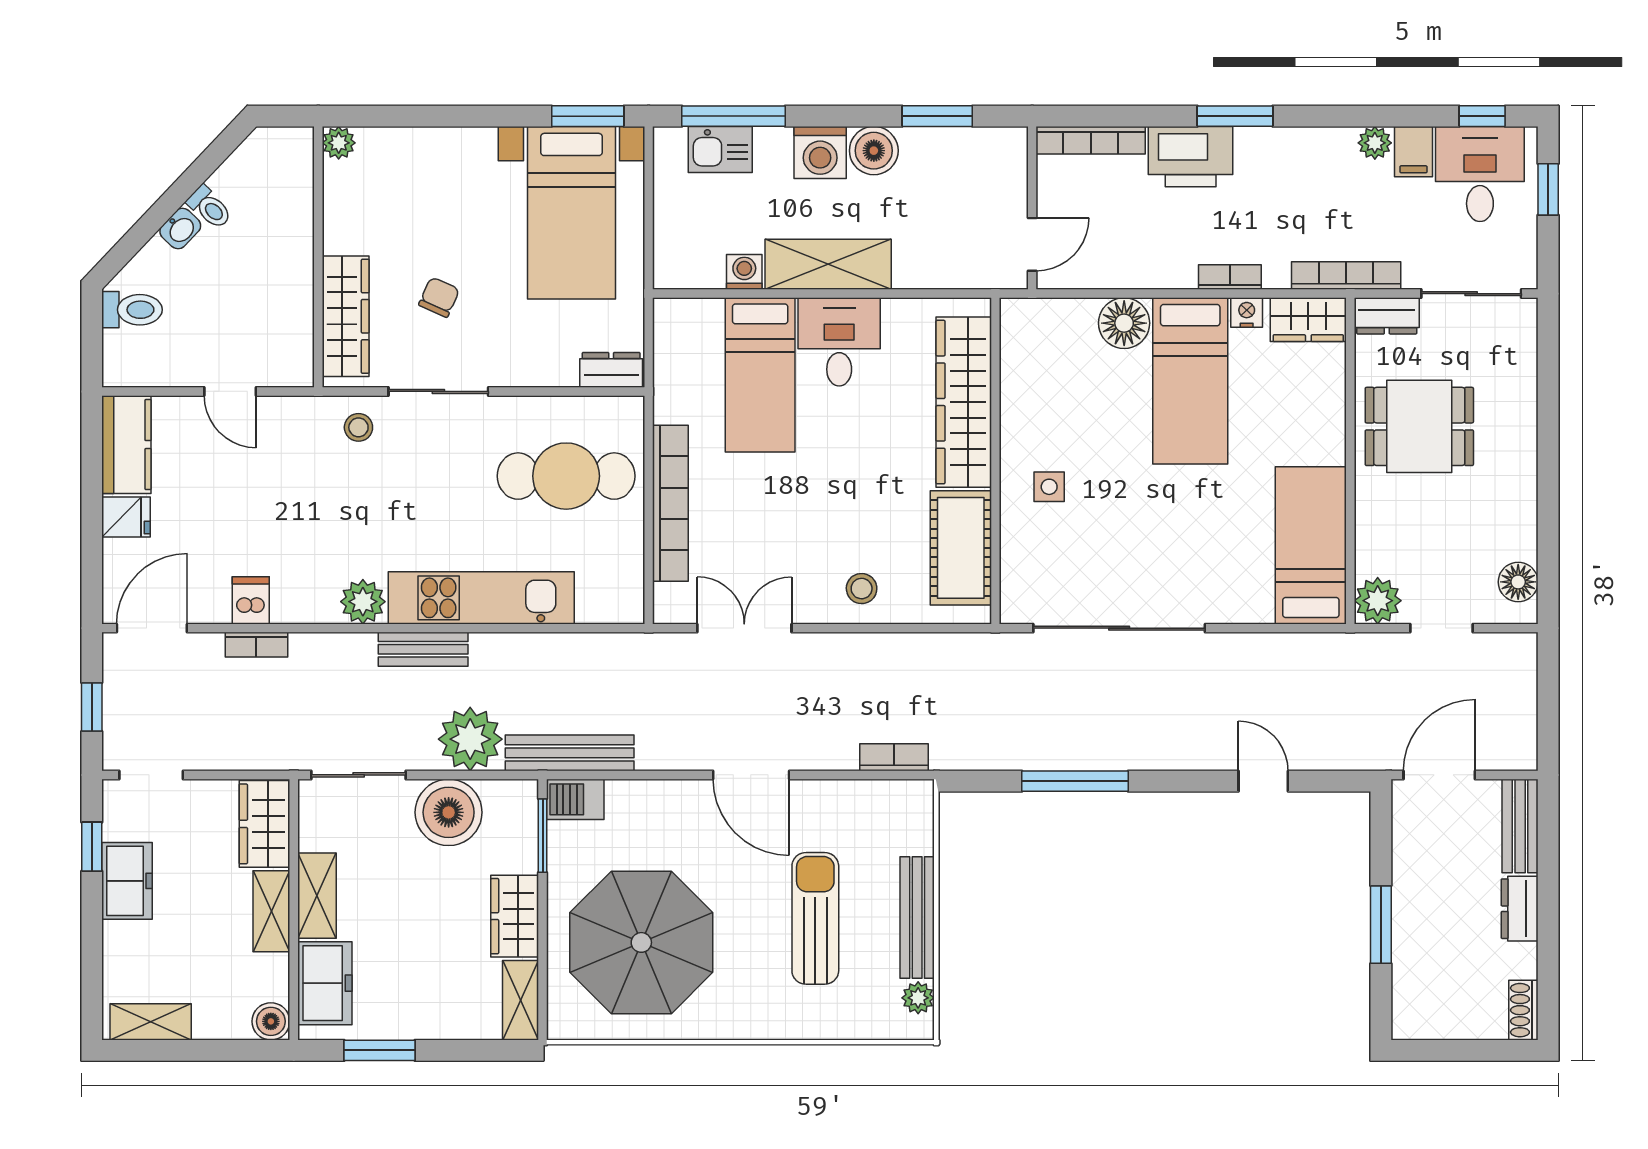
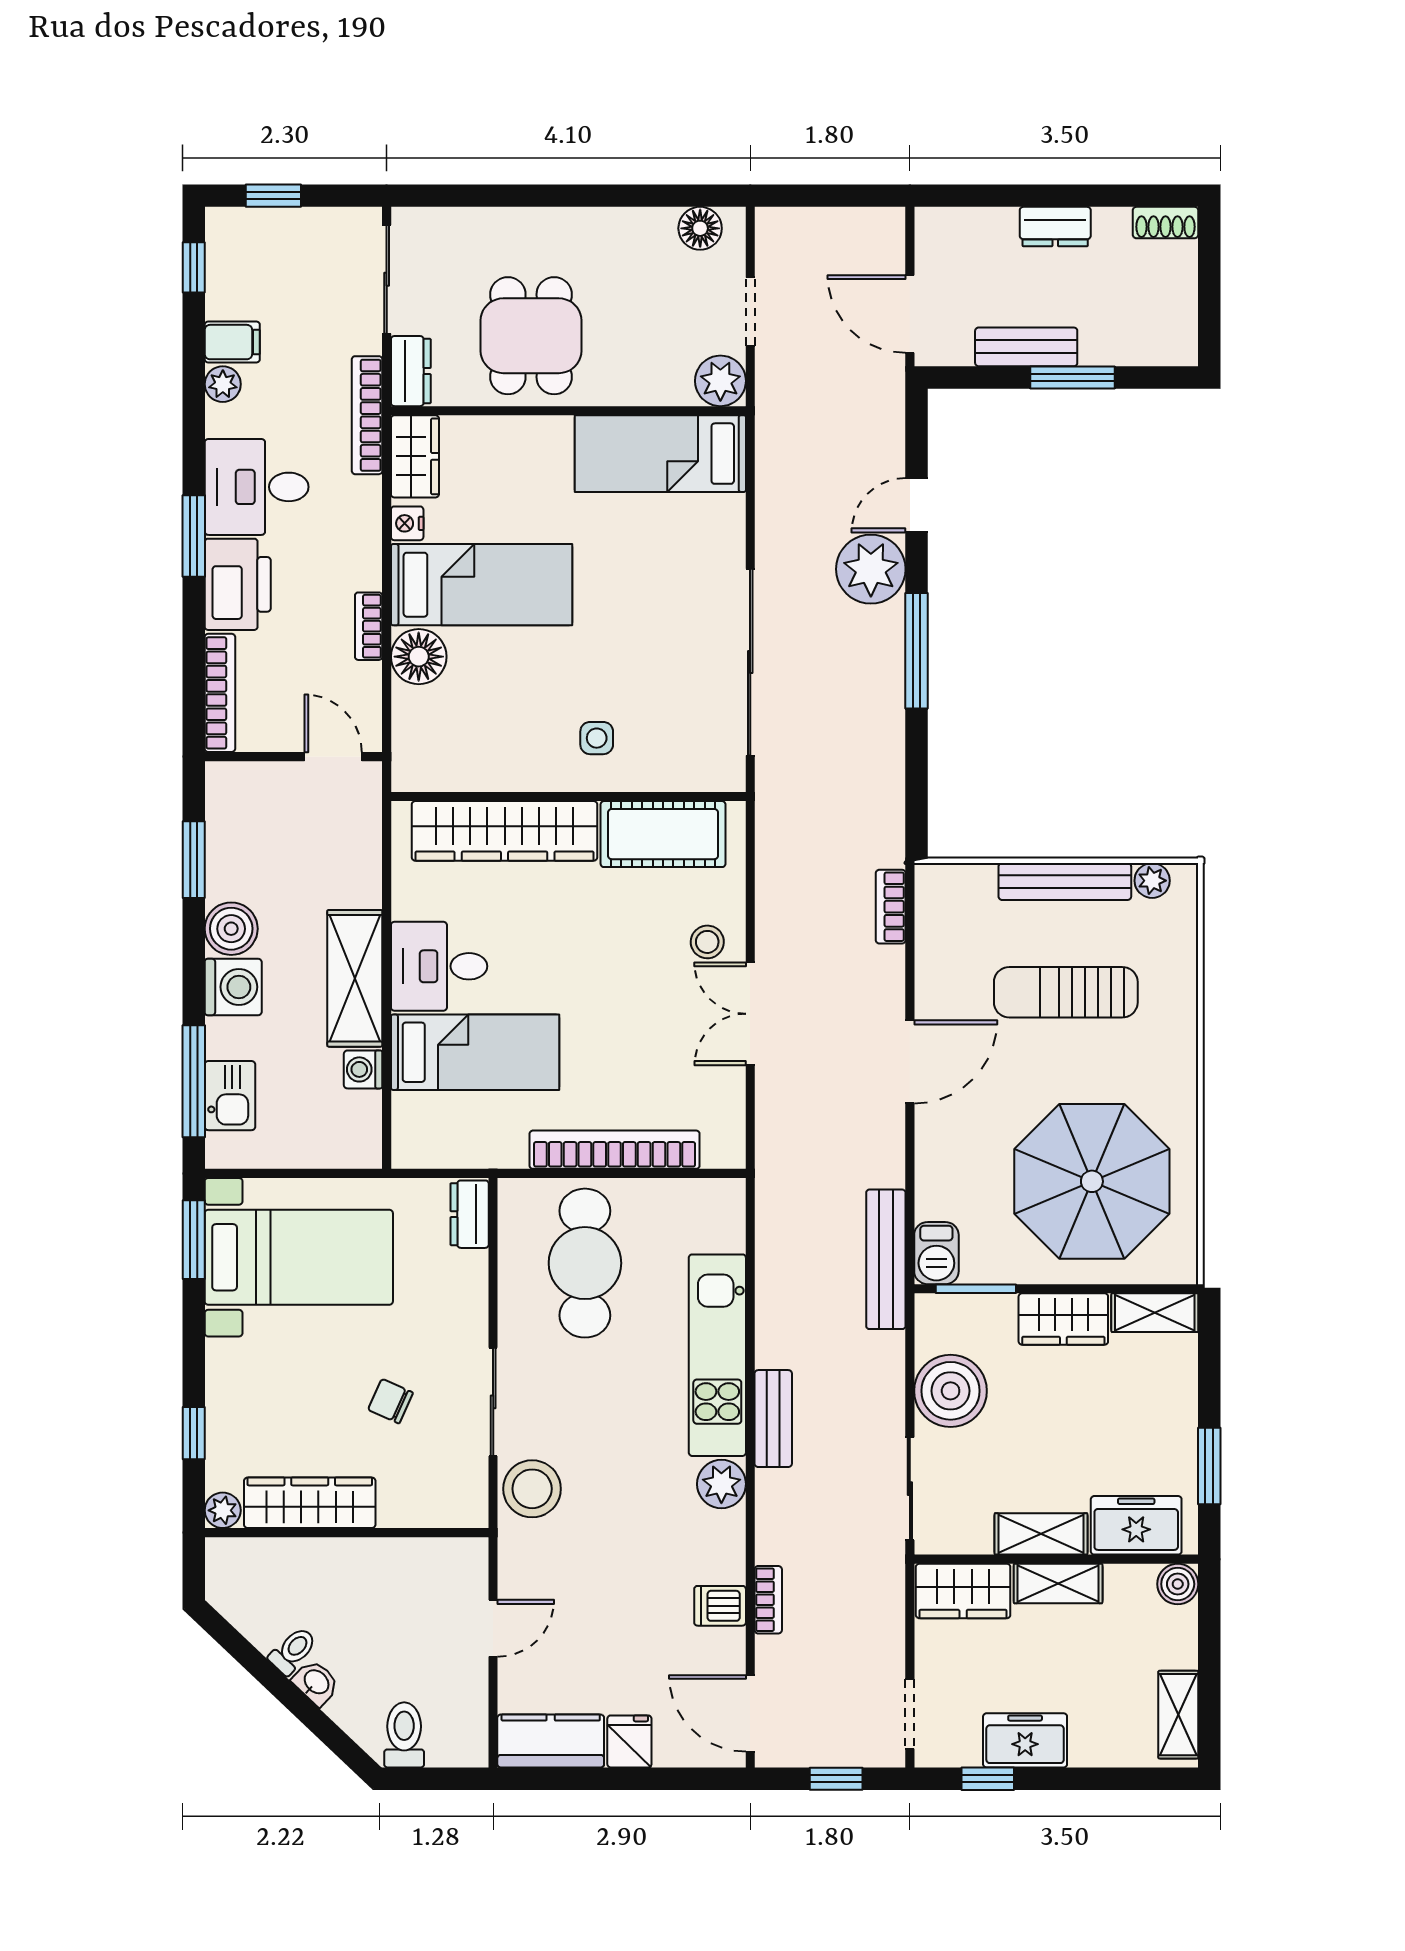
window: (410, 116) -> (194, 1433), added
desk: (1480, 174) -> (257, 487), moved
bookcase: (1230, 277) -> (369, 626), moved
wardrobe: (346, 316) -> (310, 1503), moved
stool: (358, 427) -> (532, 1489), width x1.89, depth x1.89
double door: (744, 628) -> (750, 1014), moved
plant: (470, 739) -> (871, 569), moved
window: (1075, 781) -> (917, 651), moved
bench: (1520, 826) -> (1026, 347), moved

